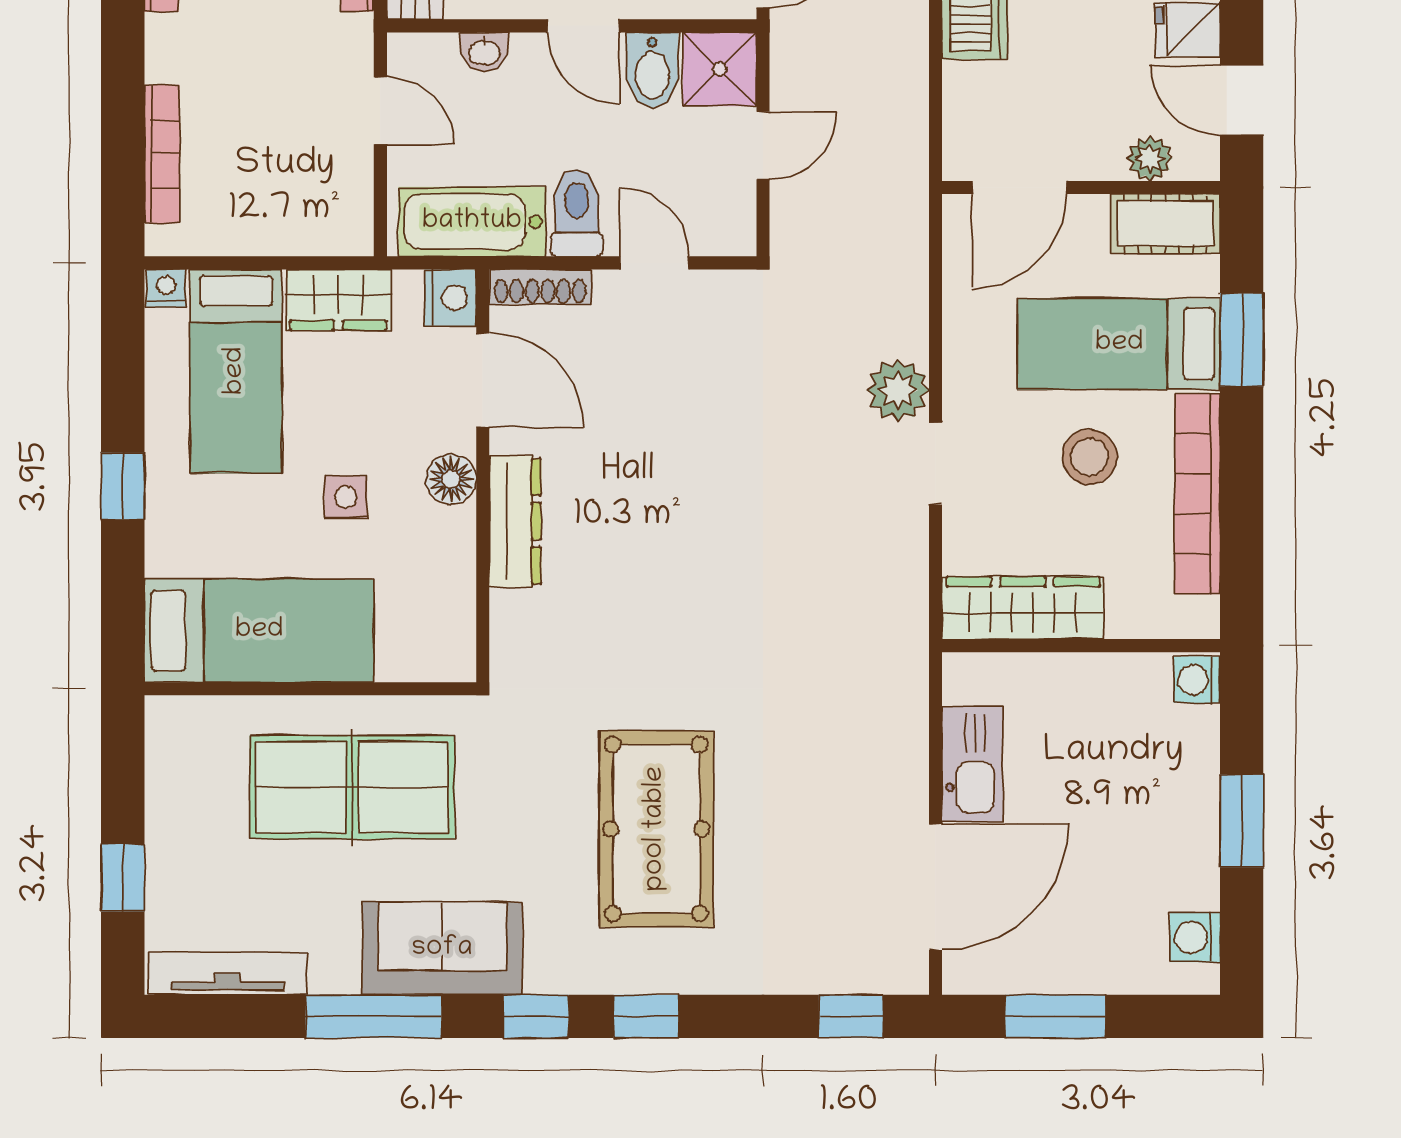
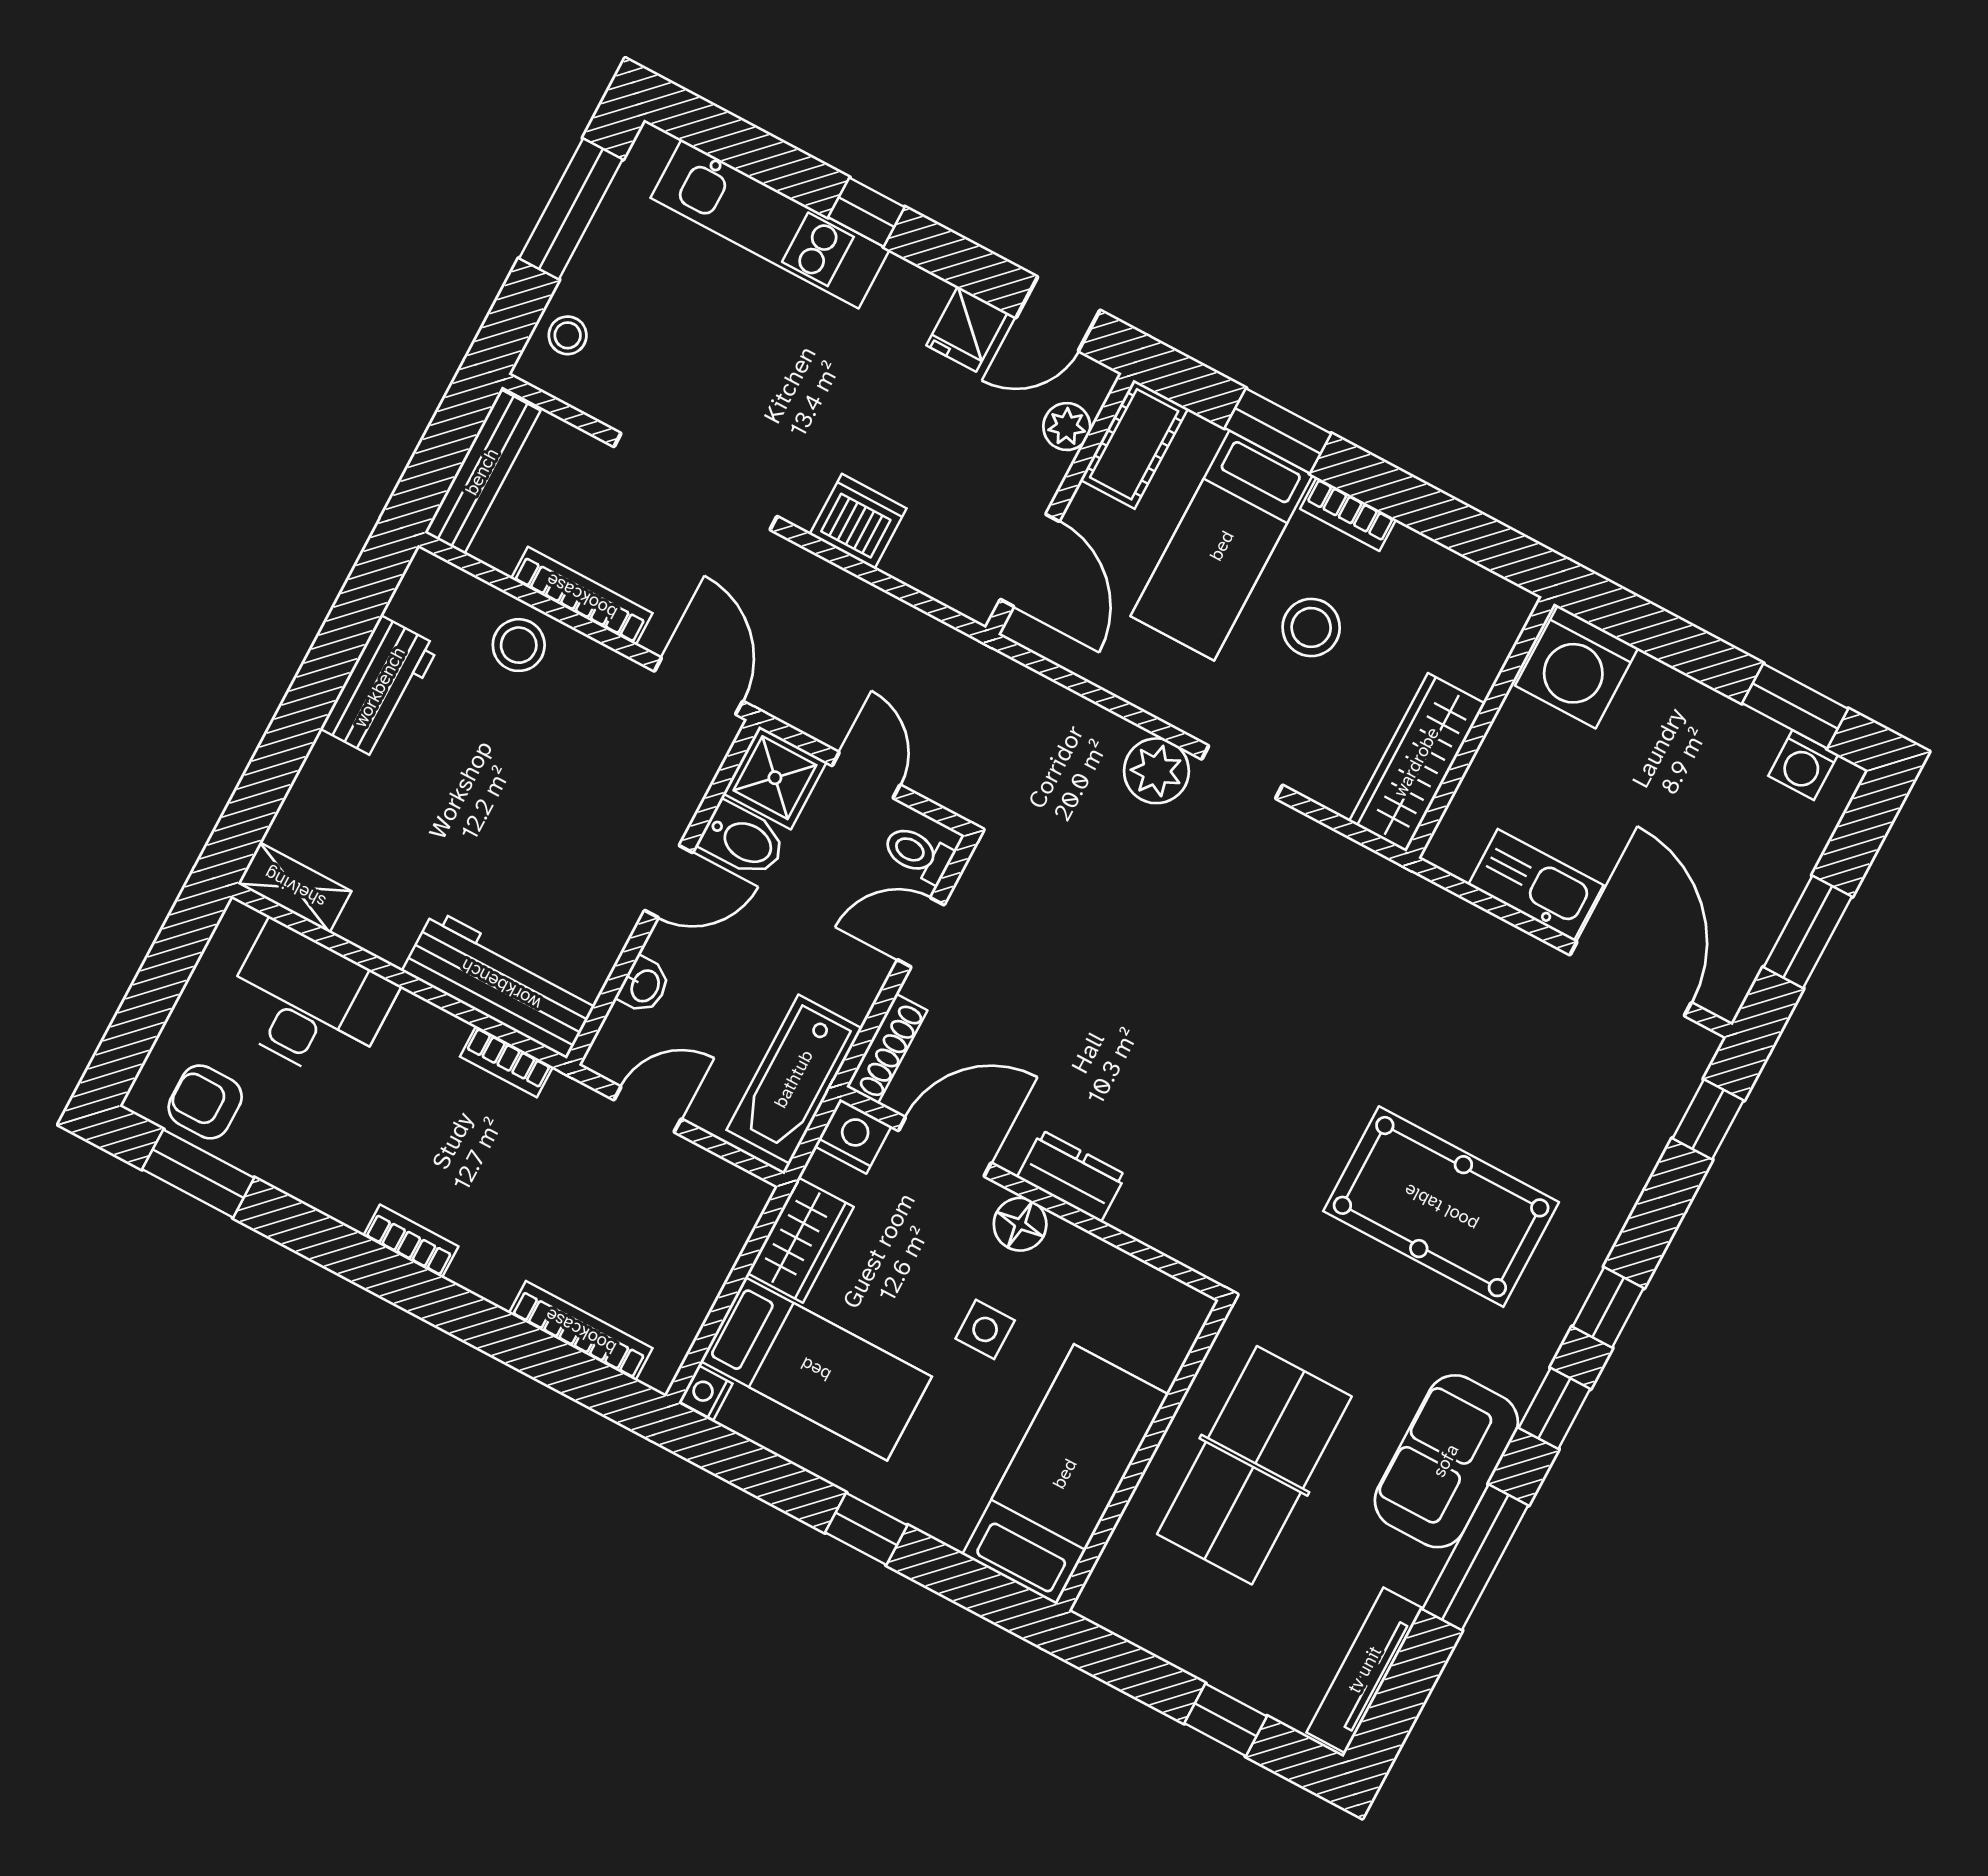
toilet: (577, 213) -> (918, 854), moved, width x0.73, depth x0.72
bookcase: (1197, 494) -> (1348, 514), width x0.43, depth x0.76
dresser: (515, 521) -> (1071, 1176), width x0.70
washing machine: (1197, 680) -> (1577, 667), width x1.89, depth x1.89
window: (1242, 821) -> (1795, 706), moved

